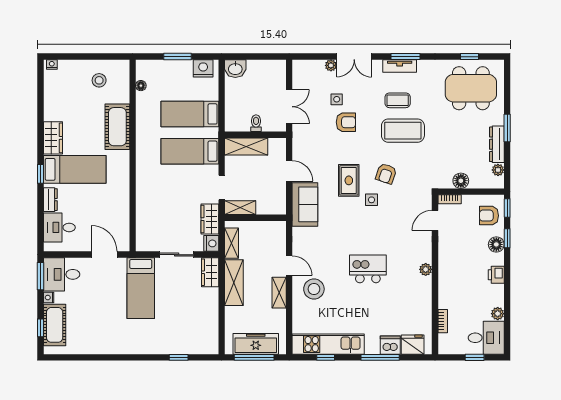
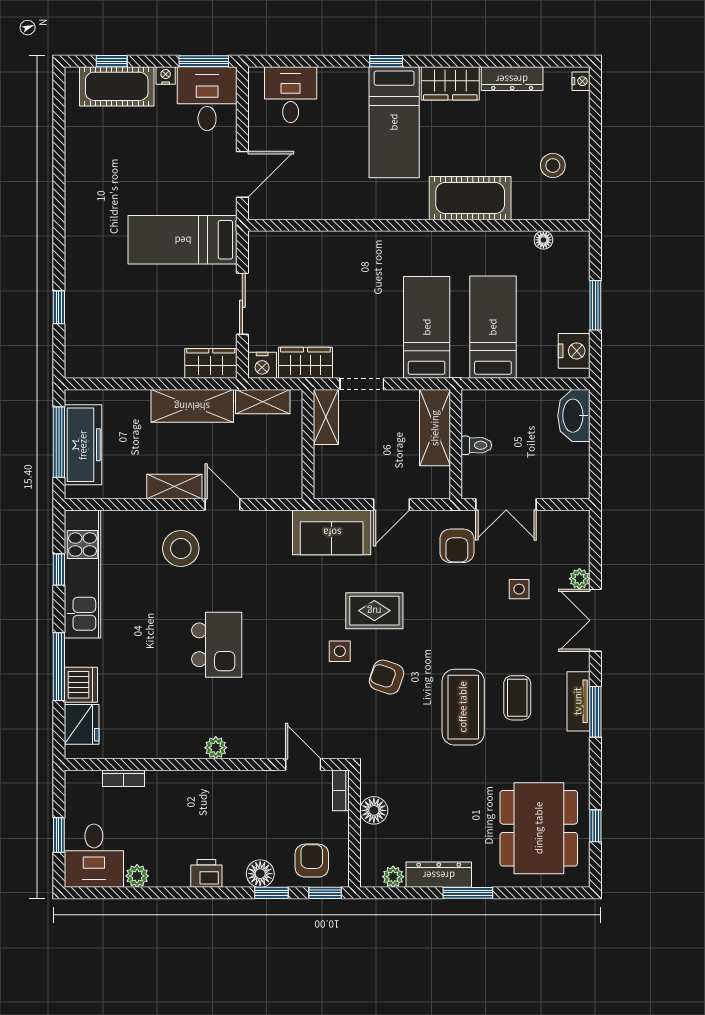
washbasin: (235, 69) -> (574, 416), width x1.38
armchair: (346, 122) -> (457, 546), moved
dresser: (50, 200) -> (512, 79), moved, width x1.44
door: (289, 266) -> (223, 504), swing flipped

